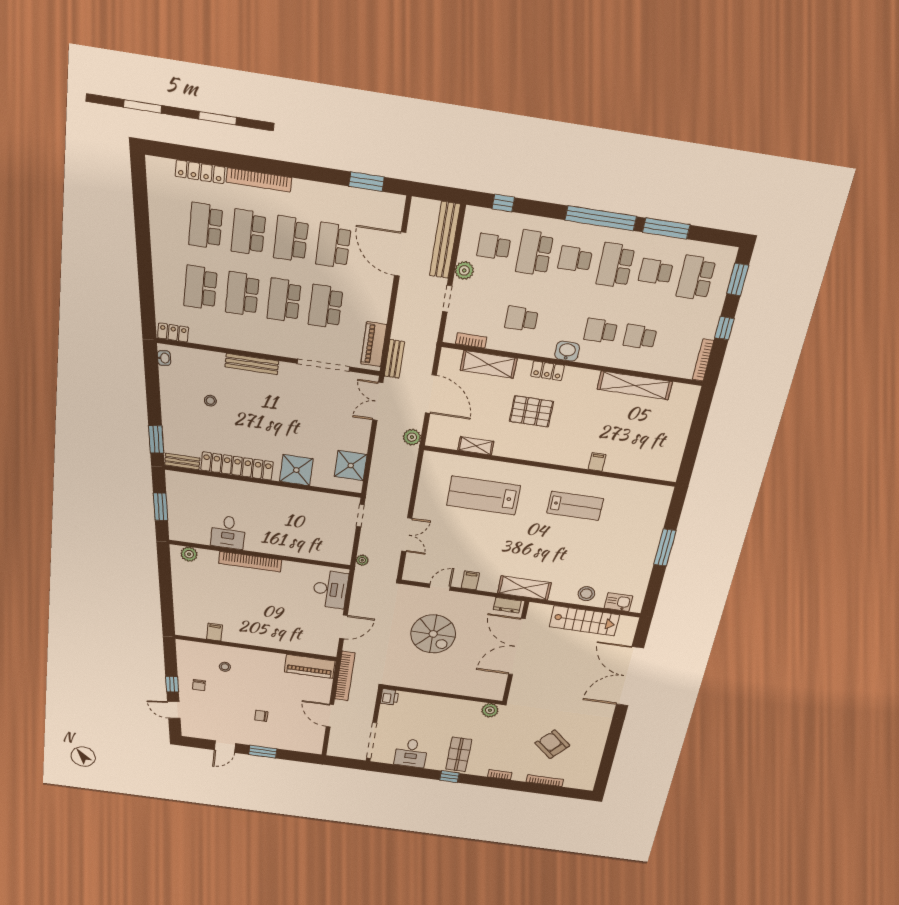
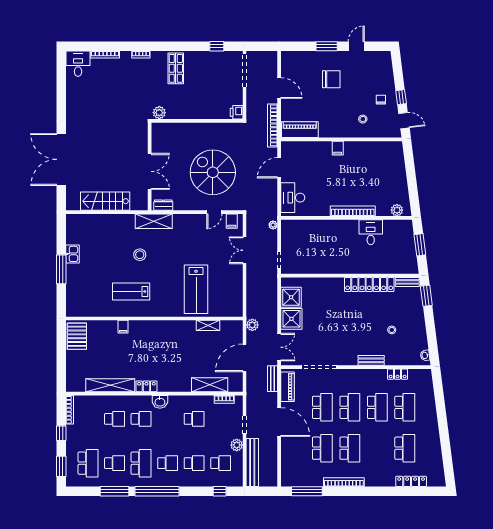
bookcase: (259, 180) -> (344, 482), moved
window: (366, 182) -> (307, 491), width x1.44
school desk: (248, 232) -> (377, 448), removed
school desk: (534, 253) -> (194, 463), width x0.54
door: (400, 254) -> (279, 422), moved
locker: (173, 333) -> (398, 374), moved
bench: (252, 364) -> (371, 360), width x0.73
locker: (547, 371) -> (146, 386), moved
door: (431, 394) -> (245, 358), hinge flipped
pallet: (531, 411) -> (77, 336), moved, turned 90
shower: (296, 470) -> (291, 319), moved
lab bench: (484, 495) -> (196, 289), turned 90
filing cabinet: (470, 580) -> (232, 221), moved
stool: (586, 594) -> (140, 255), moved
kitchen sink: (618, 602) -> (73, 254), moved, turned -90
filing cabinet: (214, 632) -> (338, 148), moved
spiral stairs: (433, 634) -> (213, 172), width x1.37, depth x1.37
double door: (517, 647) -> (150, 171), width x0.73
double door: (630, 676) -> (61, 159), swing flipped
door: (174, 710) -> (404, 121), moved
chair: (261, 716) -> (331, 79), width x1.87, depth x1.87
armchair: (552, 744) -> (106, 89), removed
desk: (411, 753) -> (78, 64), moved
window: (449, 777) -> (217, 46), moved

